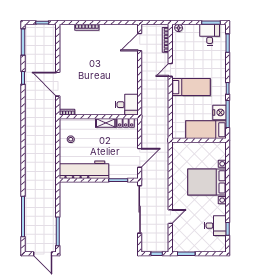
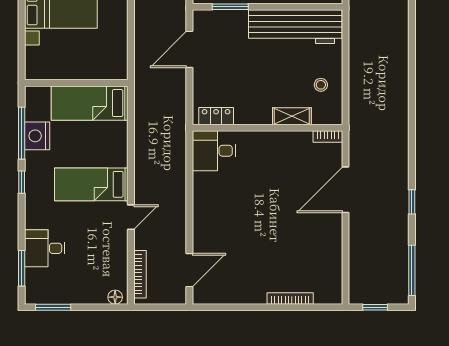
desk: (210, 35) -> (45, 248), moved, turned 90
door: (58, 84) -> (346, 190), swing flipped
shelving: (106, 123) -> (292, 116), moved
bed: (206, 130) -> (90, 103), moved, turned 180

